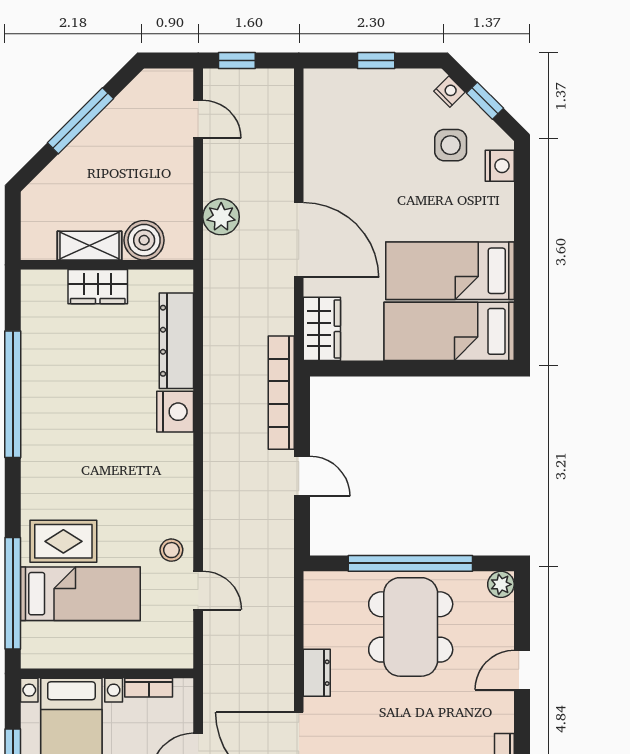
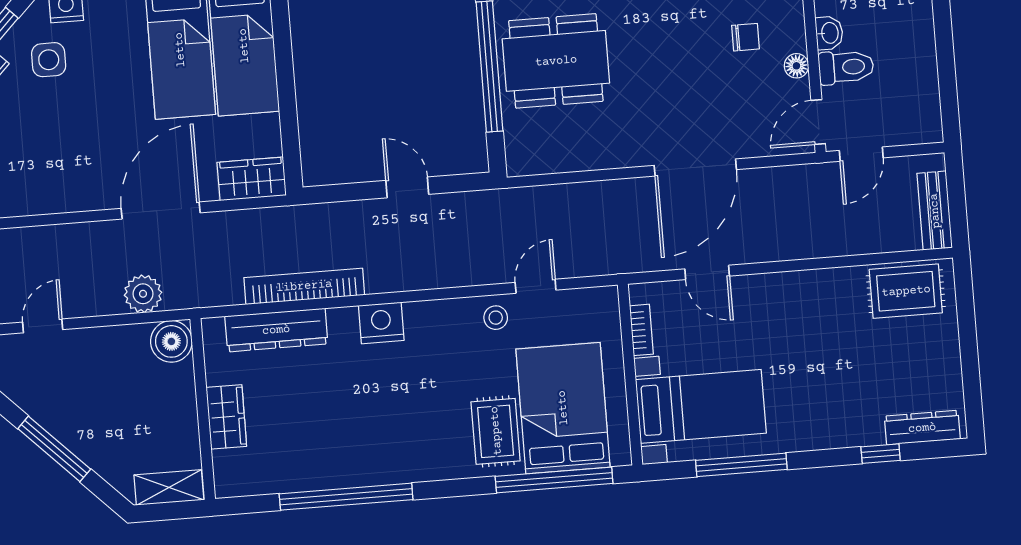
boiler: (144, 240) -> (171, 341), moved
shelving: (89, 246) -> (169, 487), moved, turned 90
bookcase: (281, 393) -> (304, 286), moved, turned 180
nightstand: (175, 412) -> (381, 323), moved
door: (302, 476) -> (407, 187), hinge flipped
bed: (80, 594) -> (563, 408), width x1.50
dresser: (317, 673) -> (612, 155), removed

